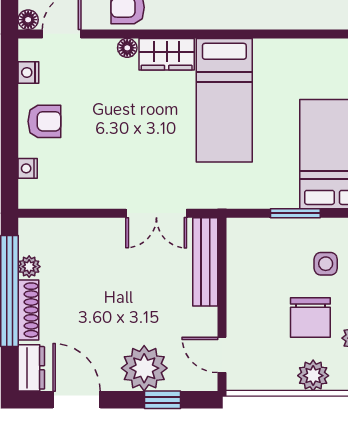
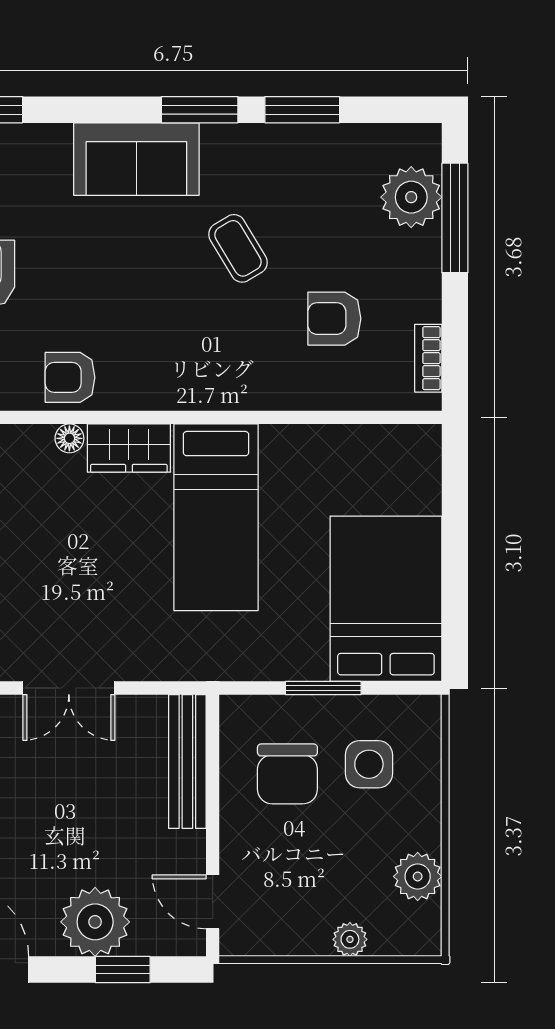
double door: (156, 213) -> (69, 688), moved
side table: (326, 264) -> (369, 764), width x1.37, depth x1.37
chair: (310, 318) -> (287, 774), moved
plant: (313, 376) -> (350, 939), width x0.73, depth x0.73

